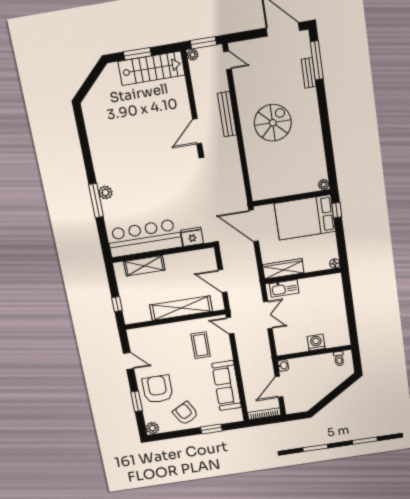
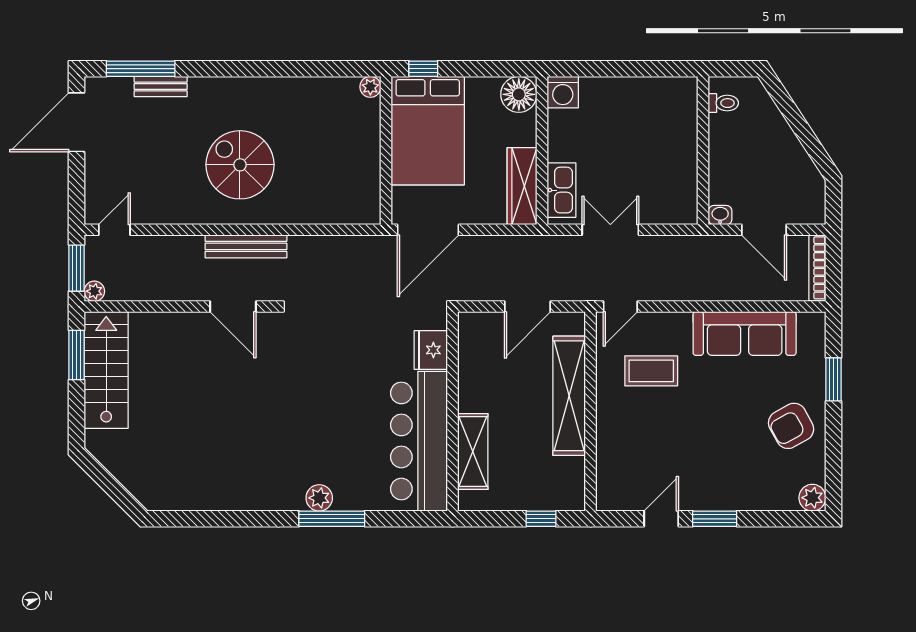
window: (137, 54) -> (77, 355), moved
bench: (227, 114) -> (246, 246), moved
floor lamp: (335, 263) -> (519, 94), width x1.89, depth x1.89
washing machine: (316, 342) -> (563, 92), moved, turned -90
armchair: (157, 389) -> (730, 472), removed
window: (137, 401) -> (715, 519), moved

